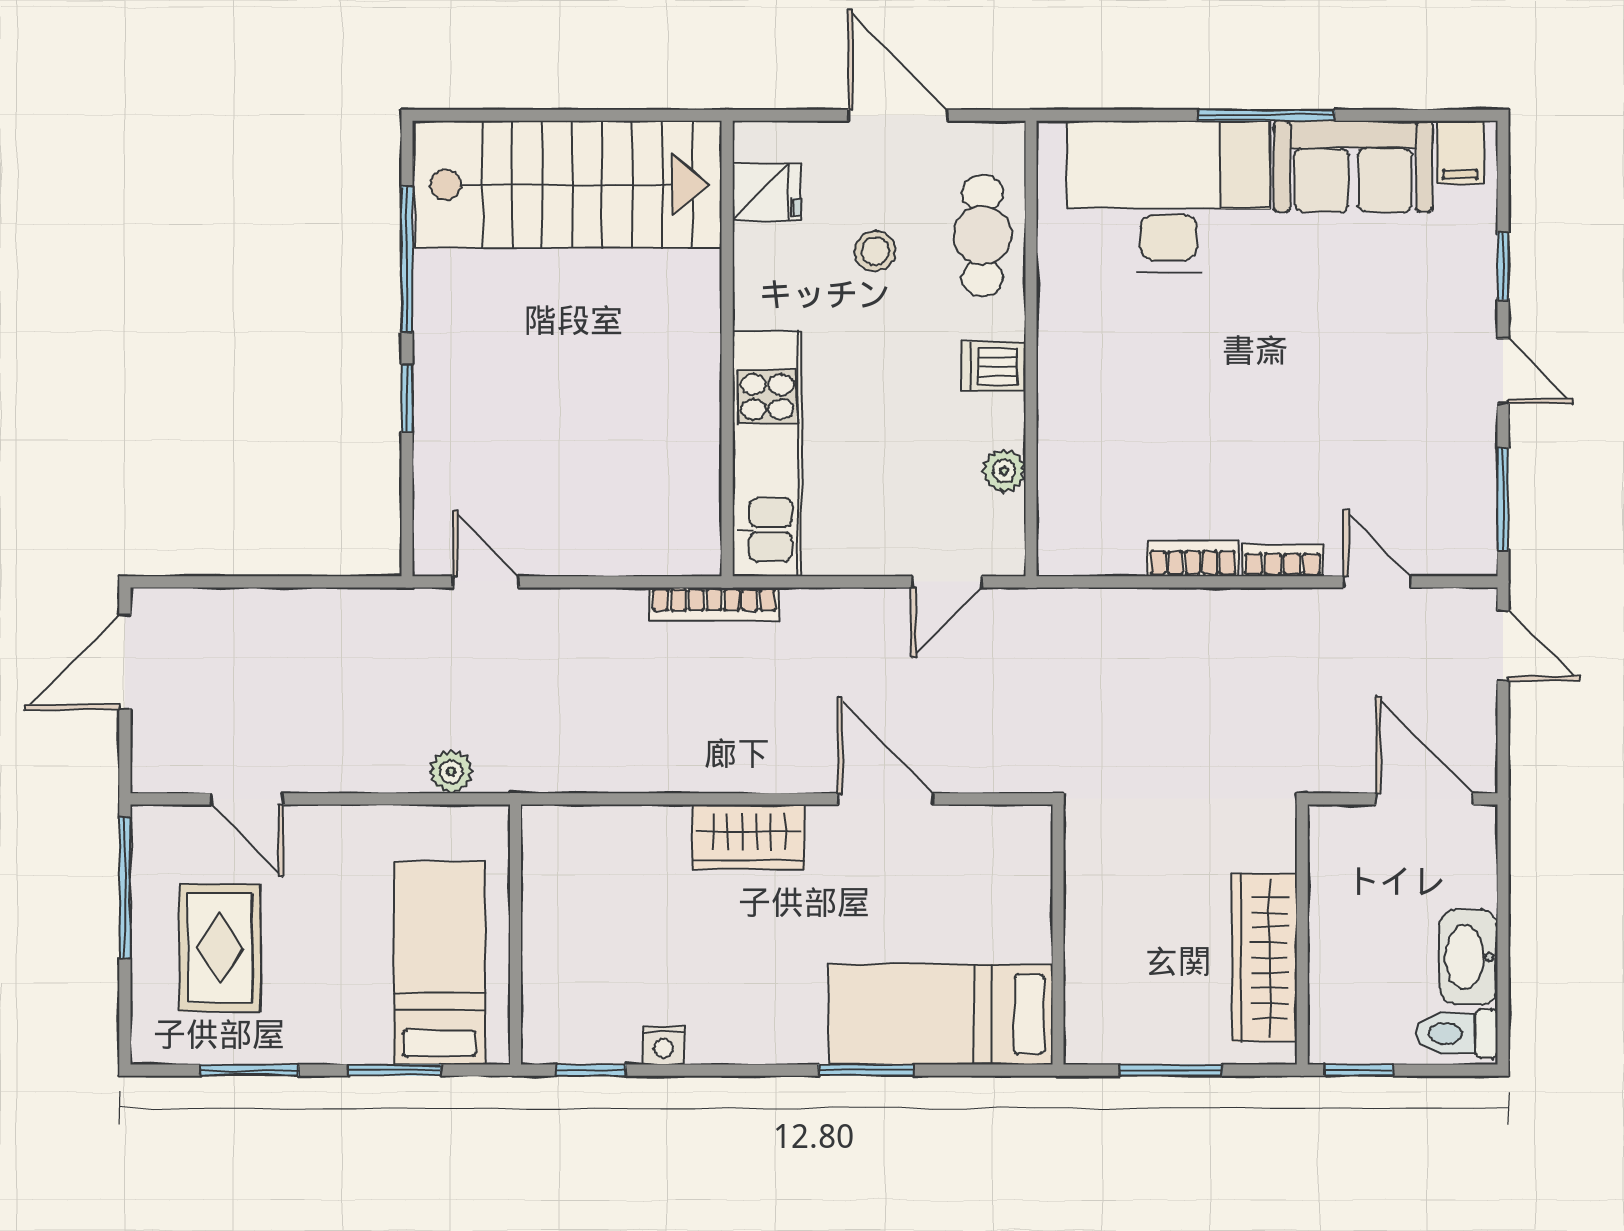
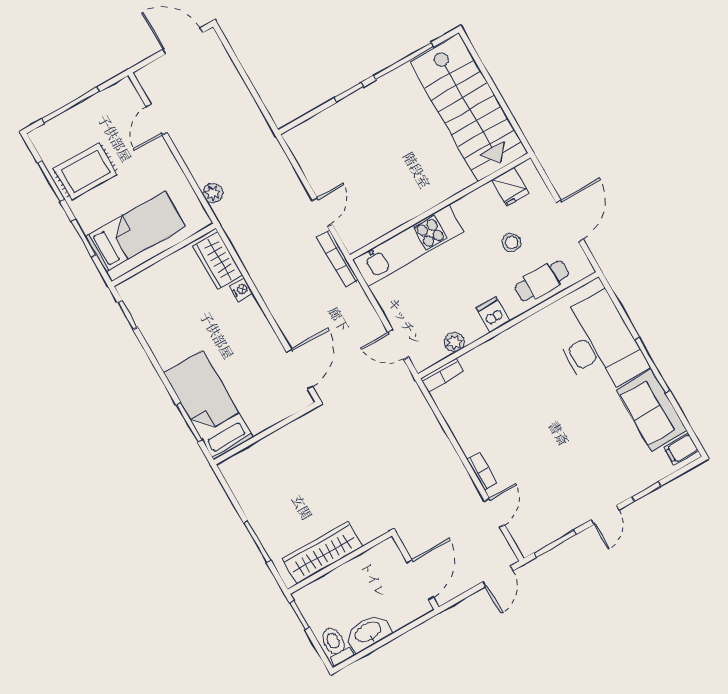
bookcase: (1193, 558) -> (442, 375), moved, turned 90
door: (486, 582) -> (322, 212), moved
wardrobe: (749, 837) -> (218, 261), moved
window: (125, 888) -> (71, 105), moved
wall: (1058, 935) -> (266, 433), moved
rug: (220, 948) -> (85, 171), moved
bed: (941, 1014) -> (208, 405), moved
nightstand: (663, 1045) -> (241, 290), moved, turned 180

